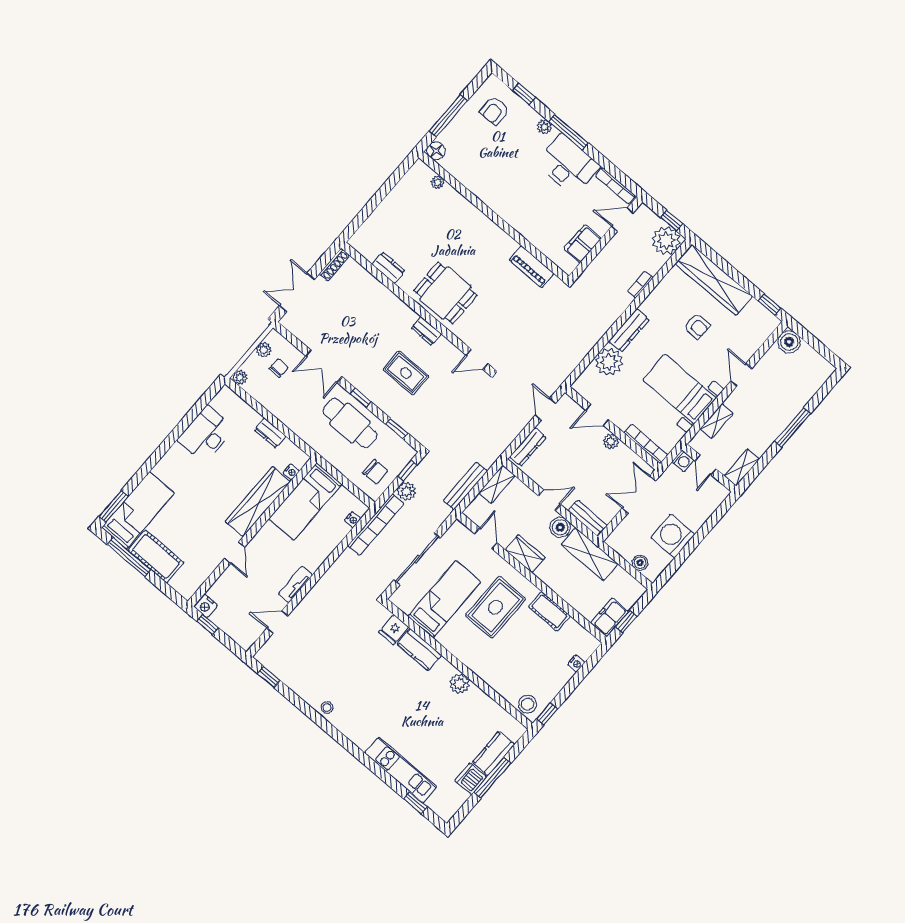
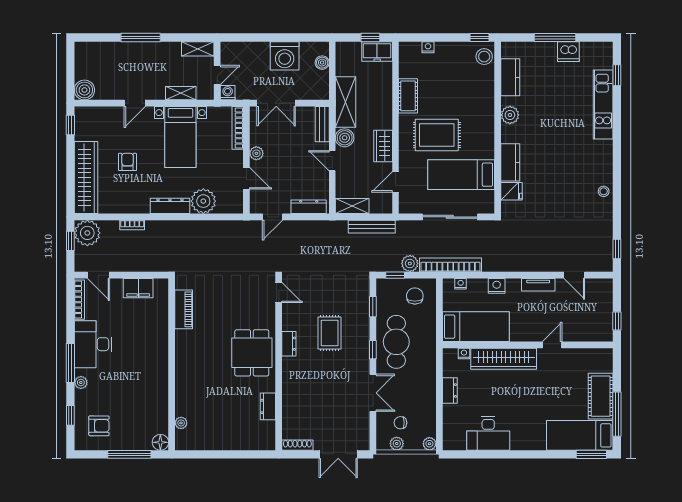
nightstand: (206, 606) -> (497, 286), moved, turned -90
kitchen counter: (494, 754) -> (510, 77), moved, turned -90

